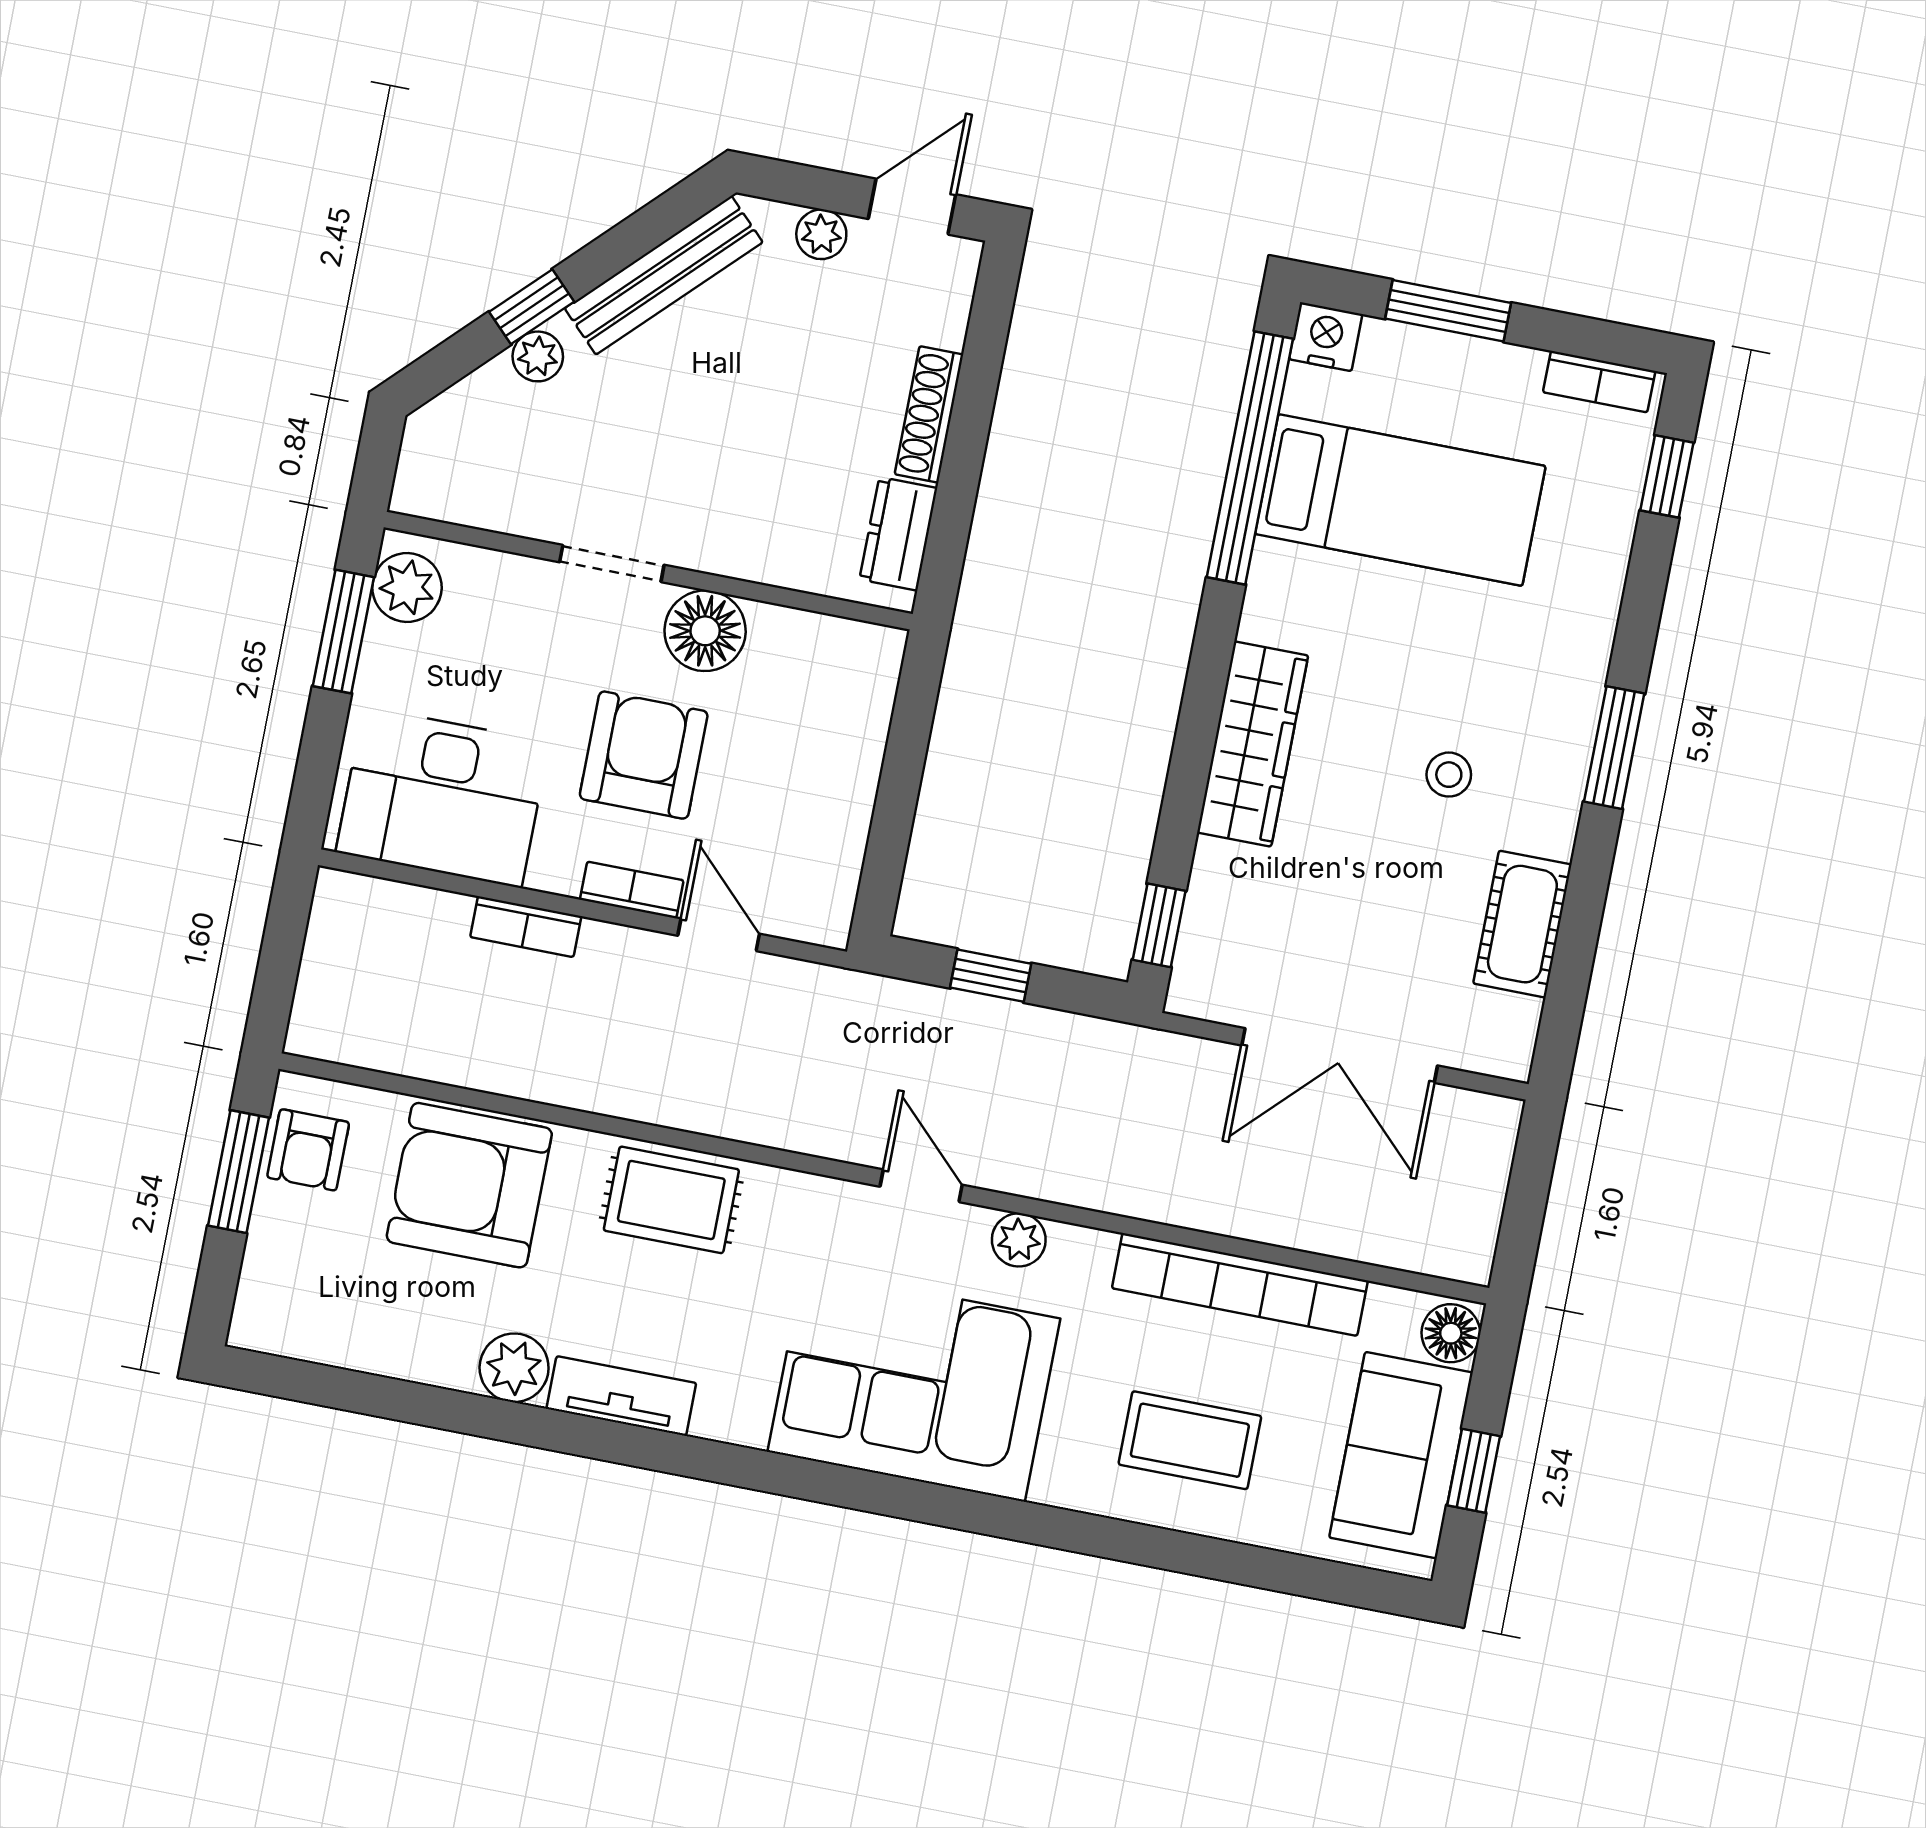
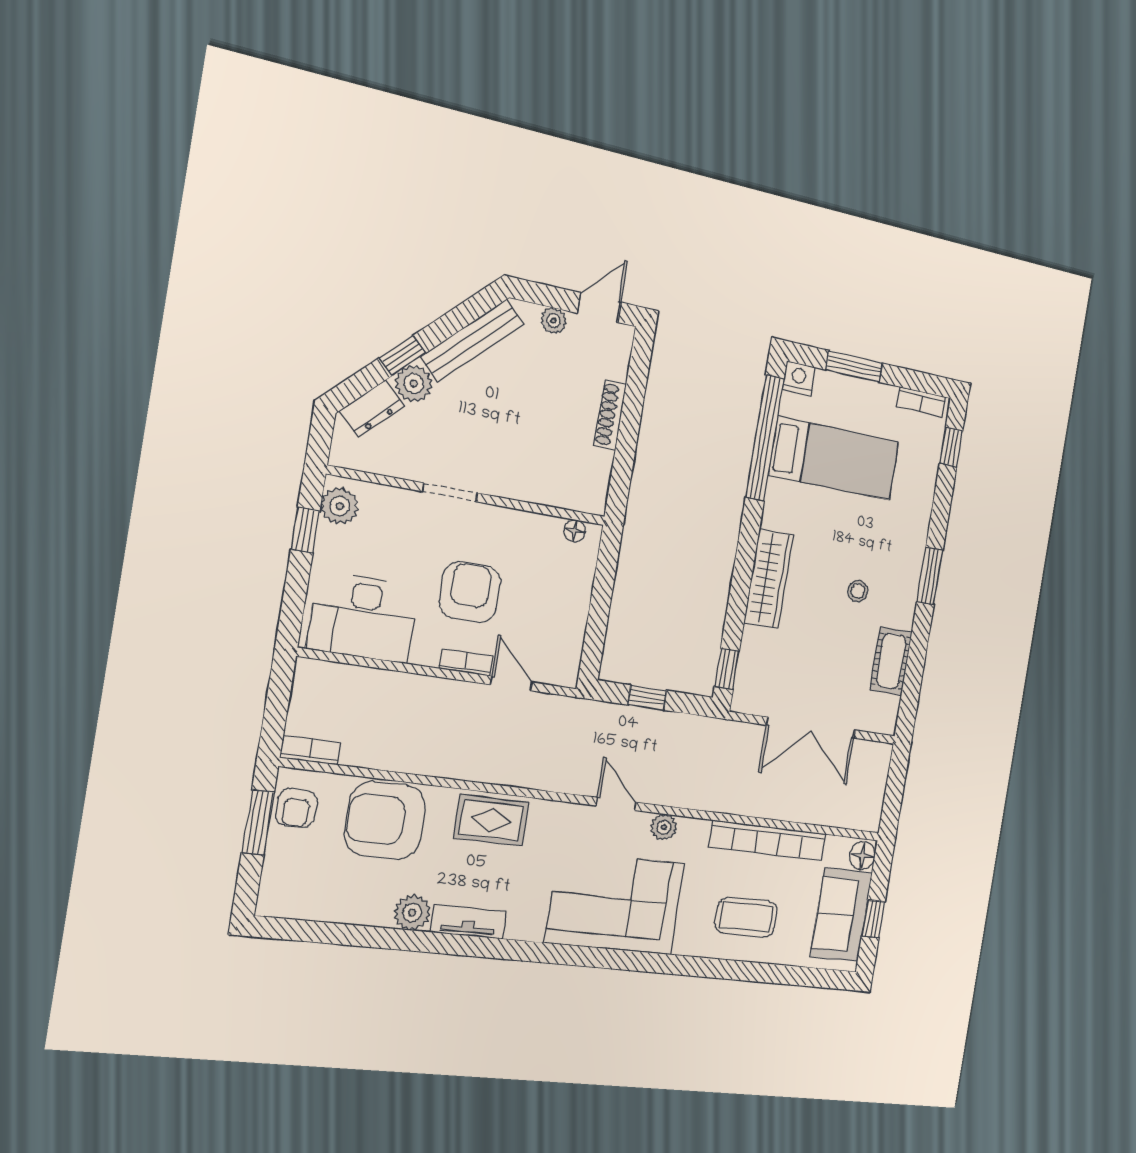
plant: (538, 356) -> (414, 384), width x1.38, depth x1.38
dresser: (898, 534) -> (372, 409), moved, turned -135
floor lamp: (705, 631) -> (575, 531), moved, width x0.53, depth x0.53
window: (343, 632) -> (305, 530), width x0.67
bookcase: (526, 927) -> (310, 750), moved, turned 180

